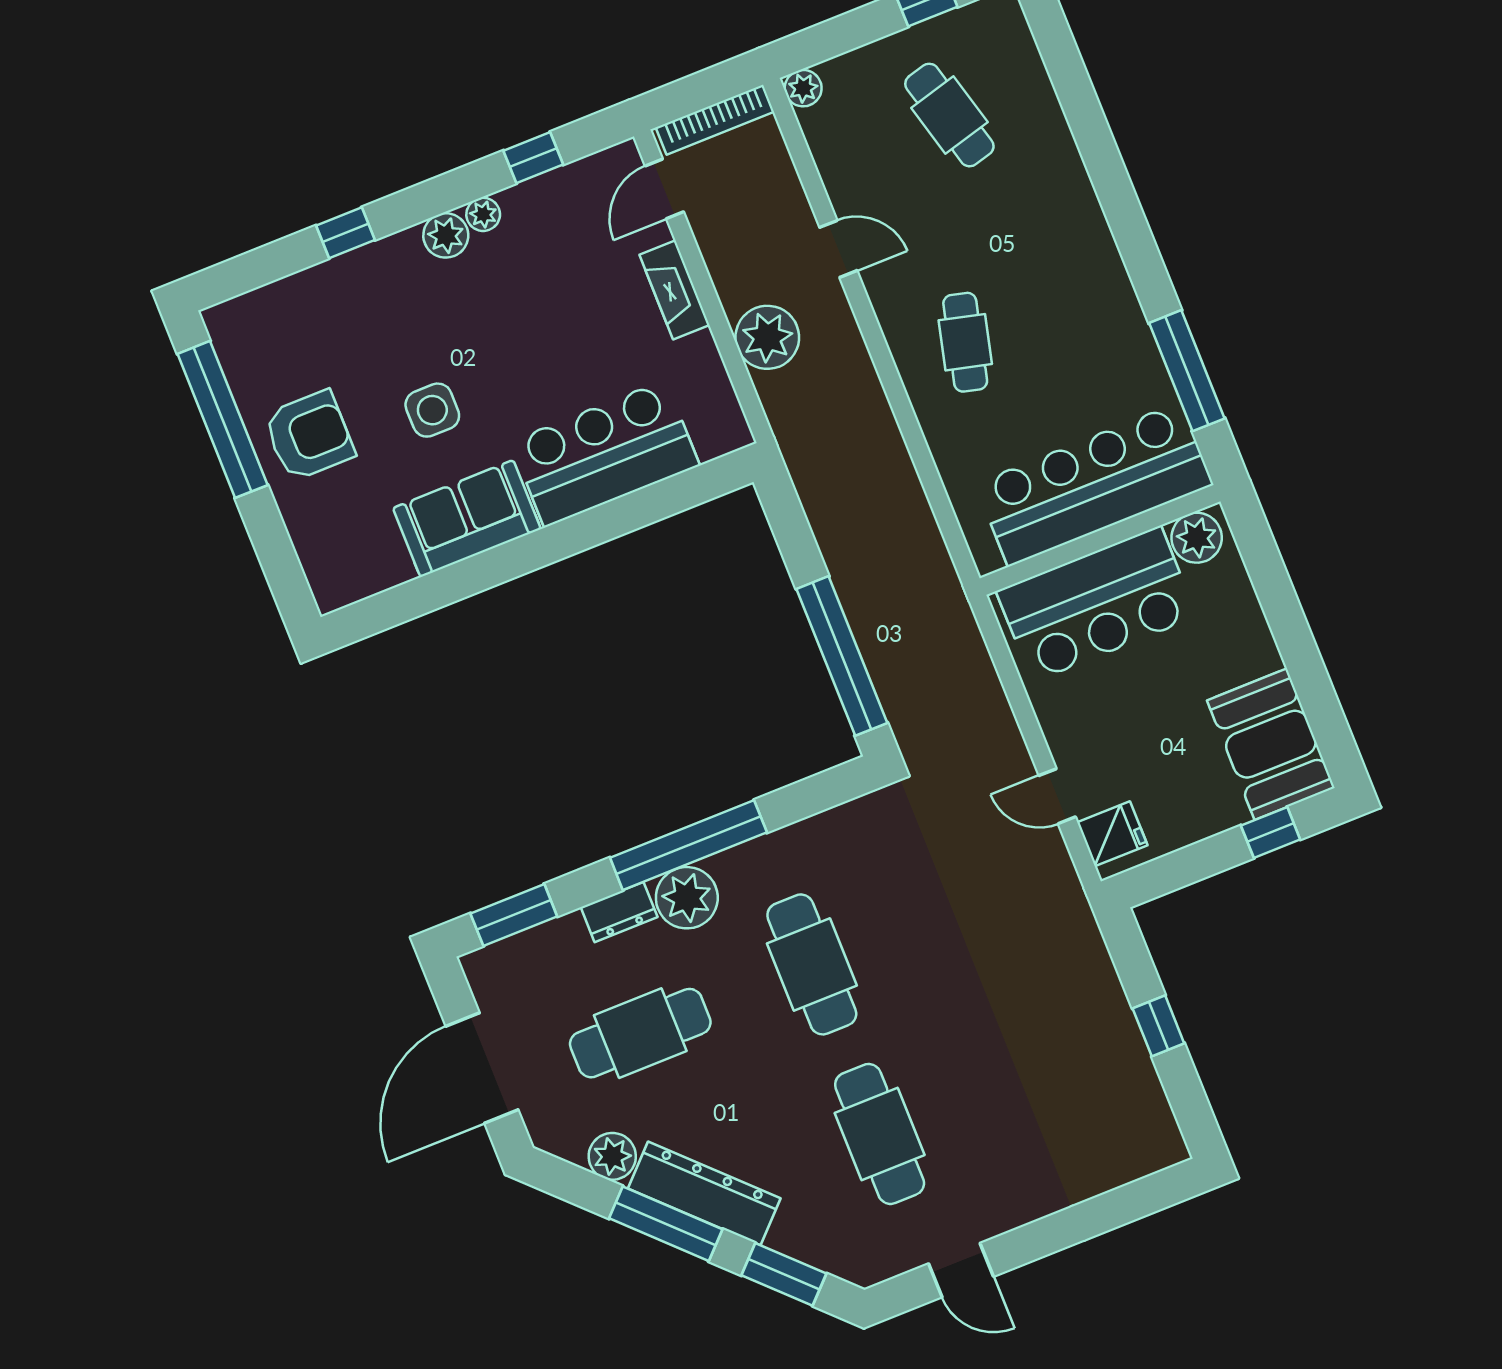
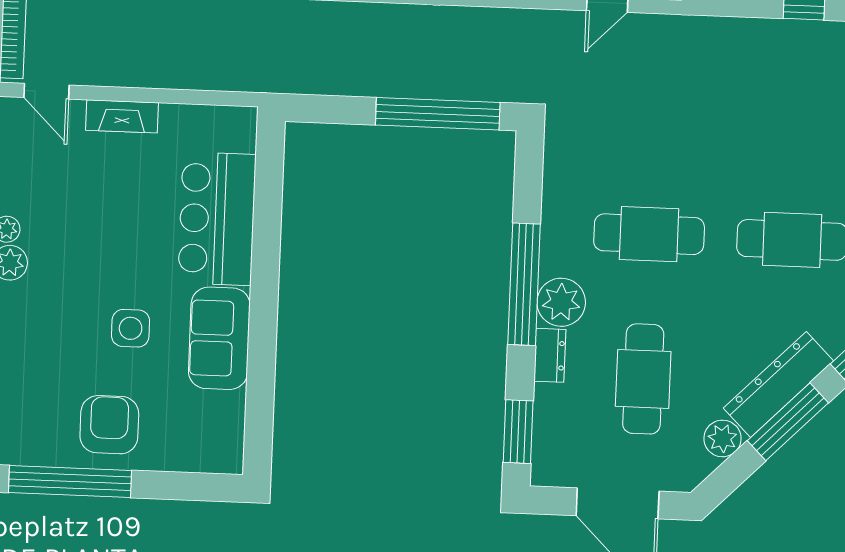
plant: (767, 337) -> (186, 65), removed

